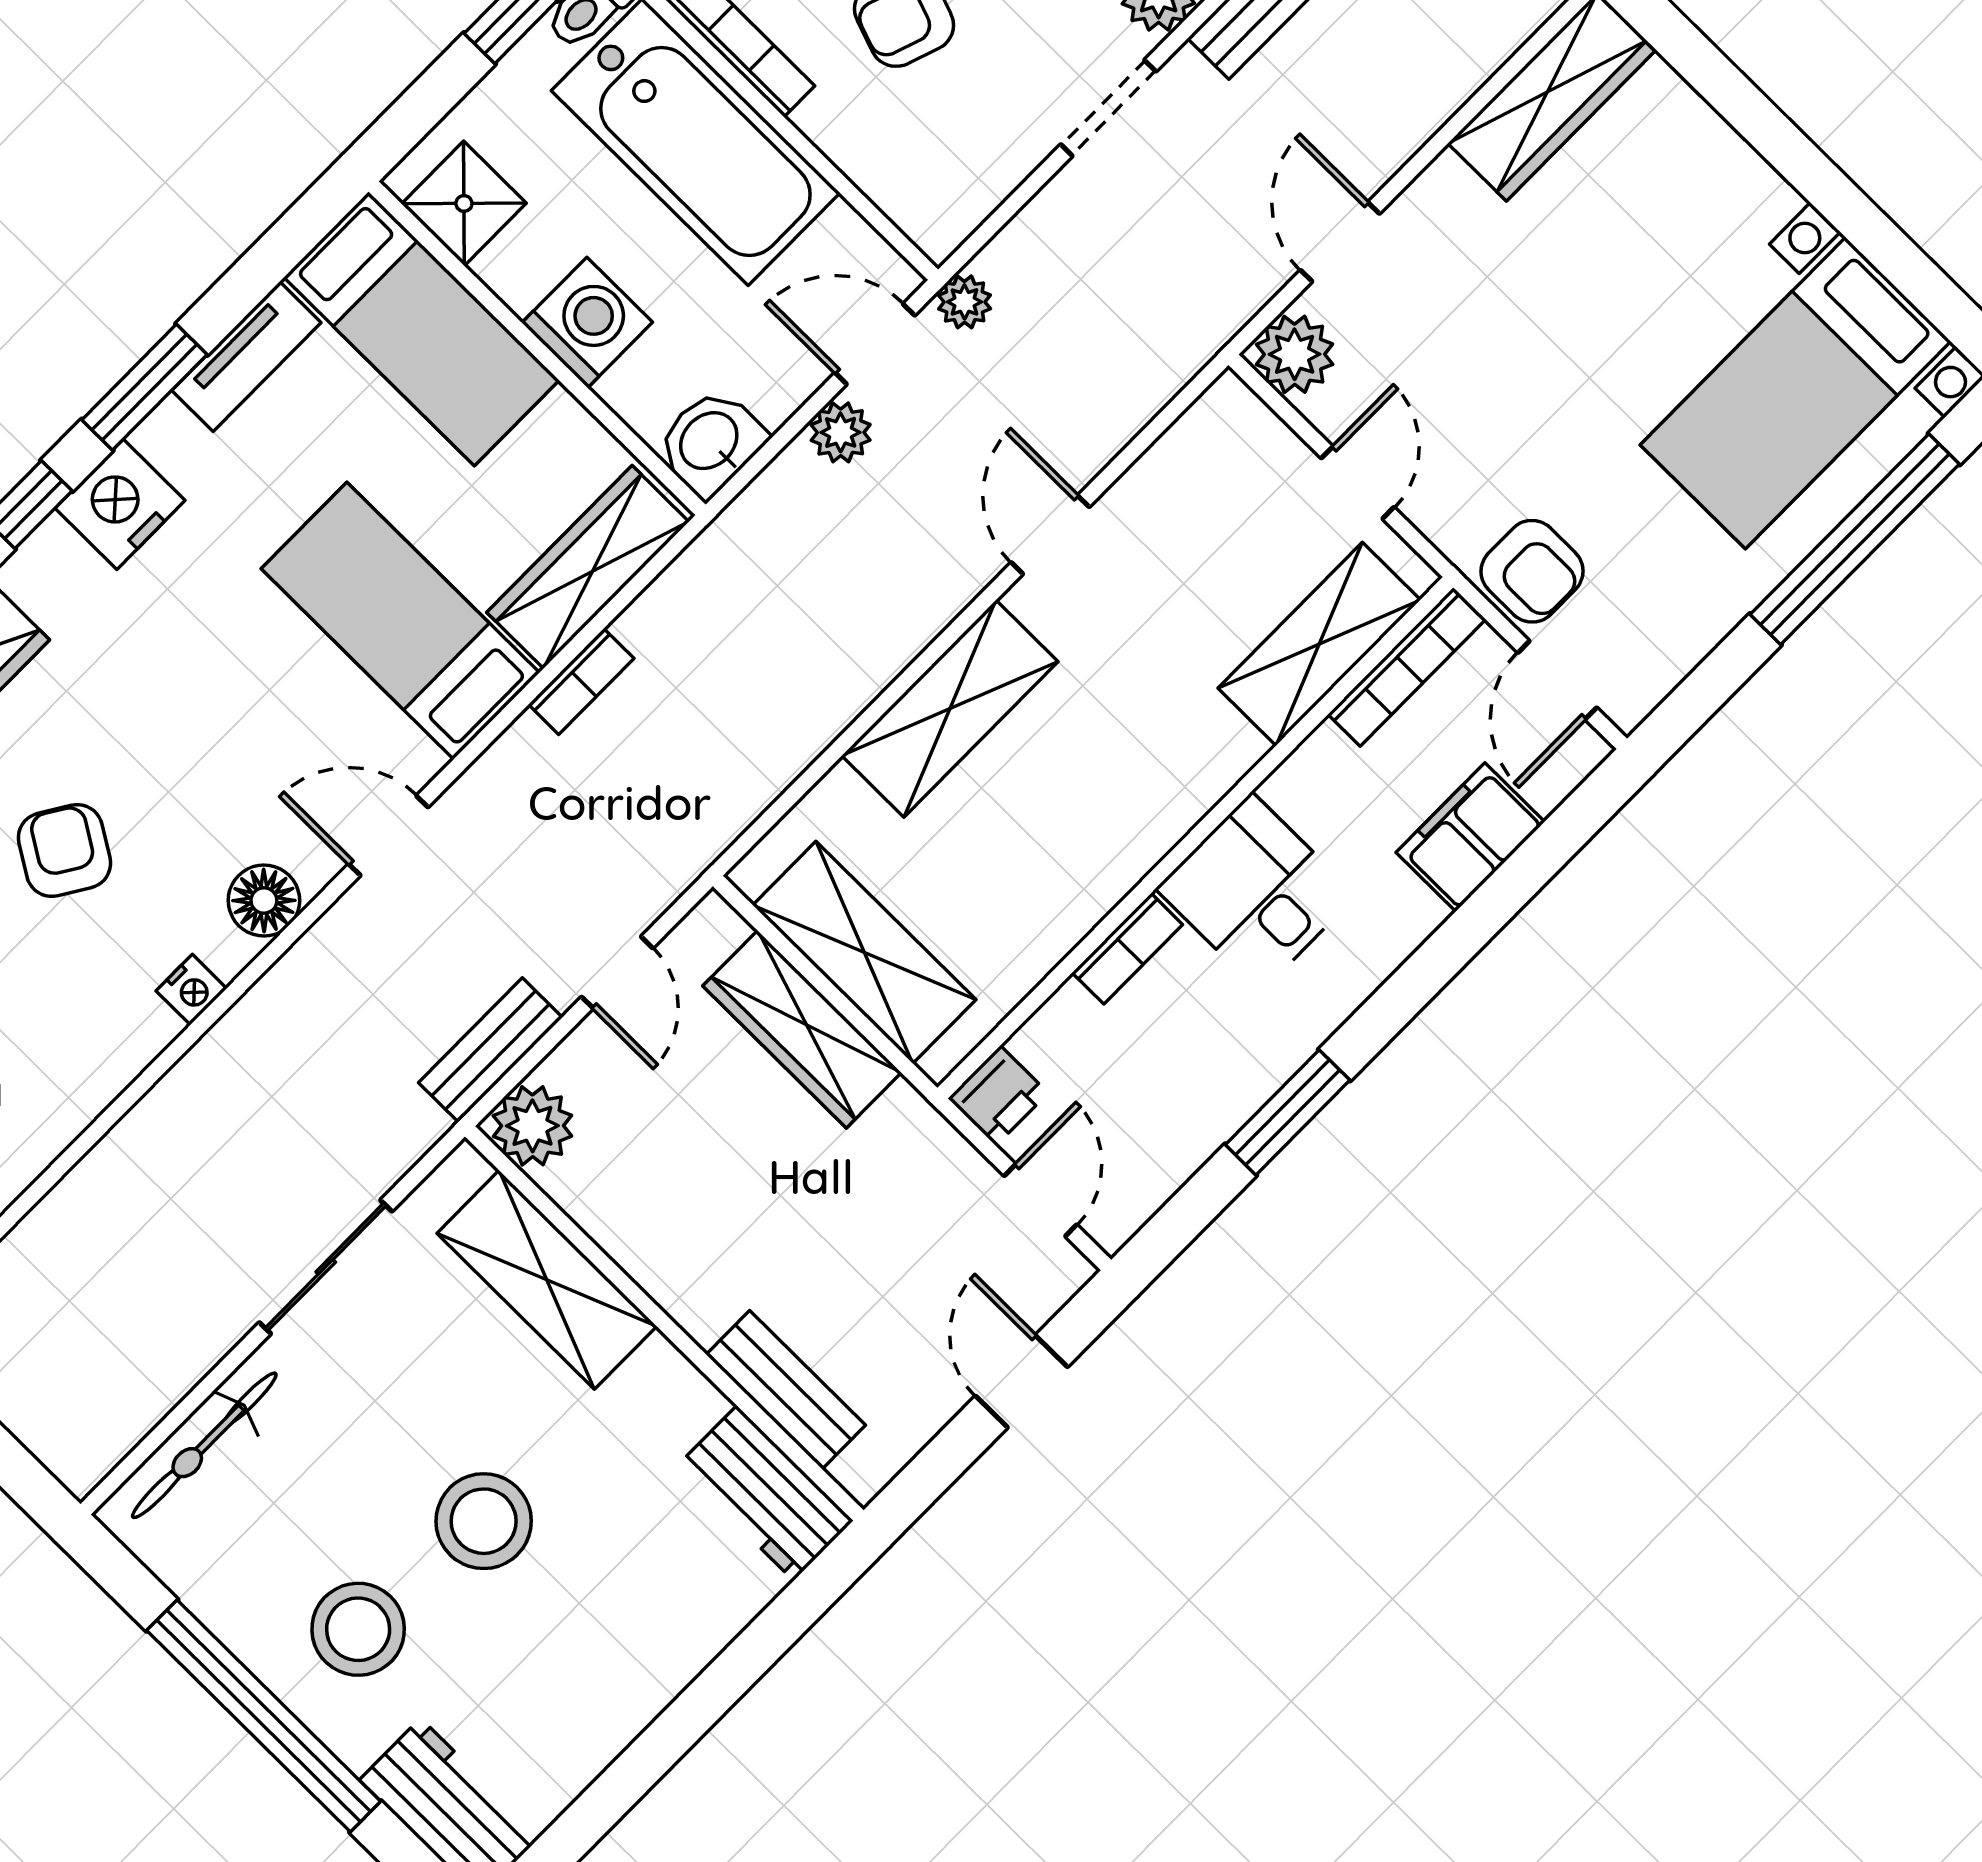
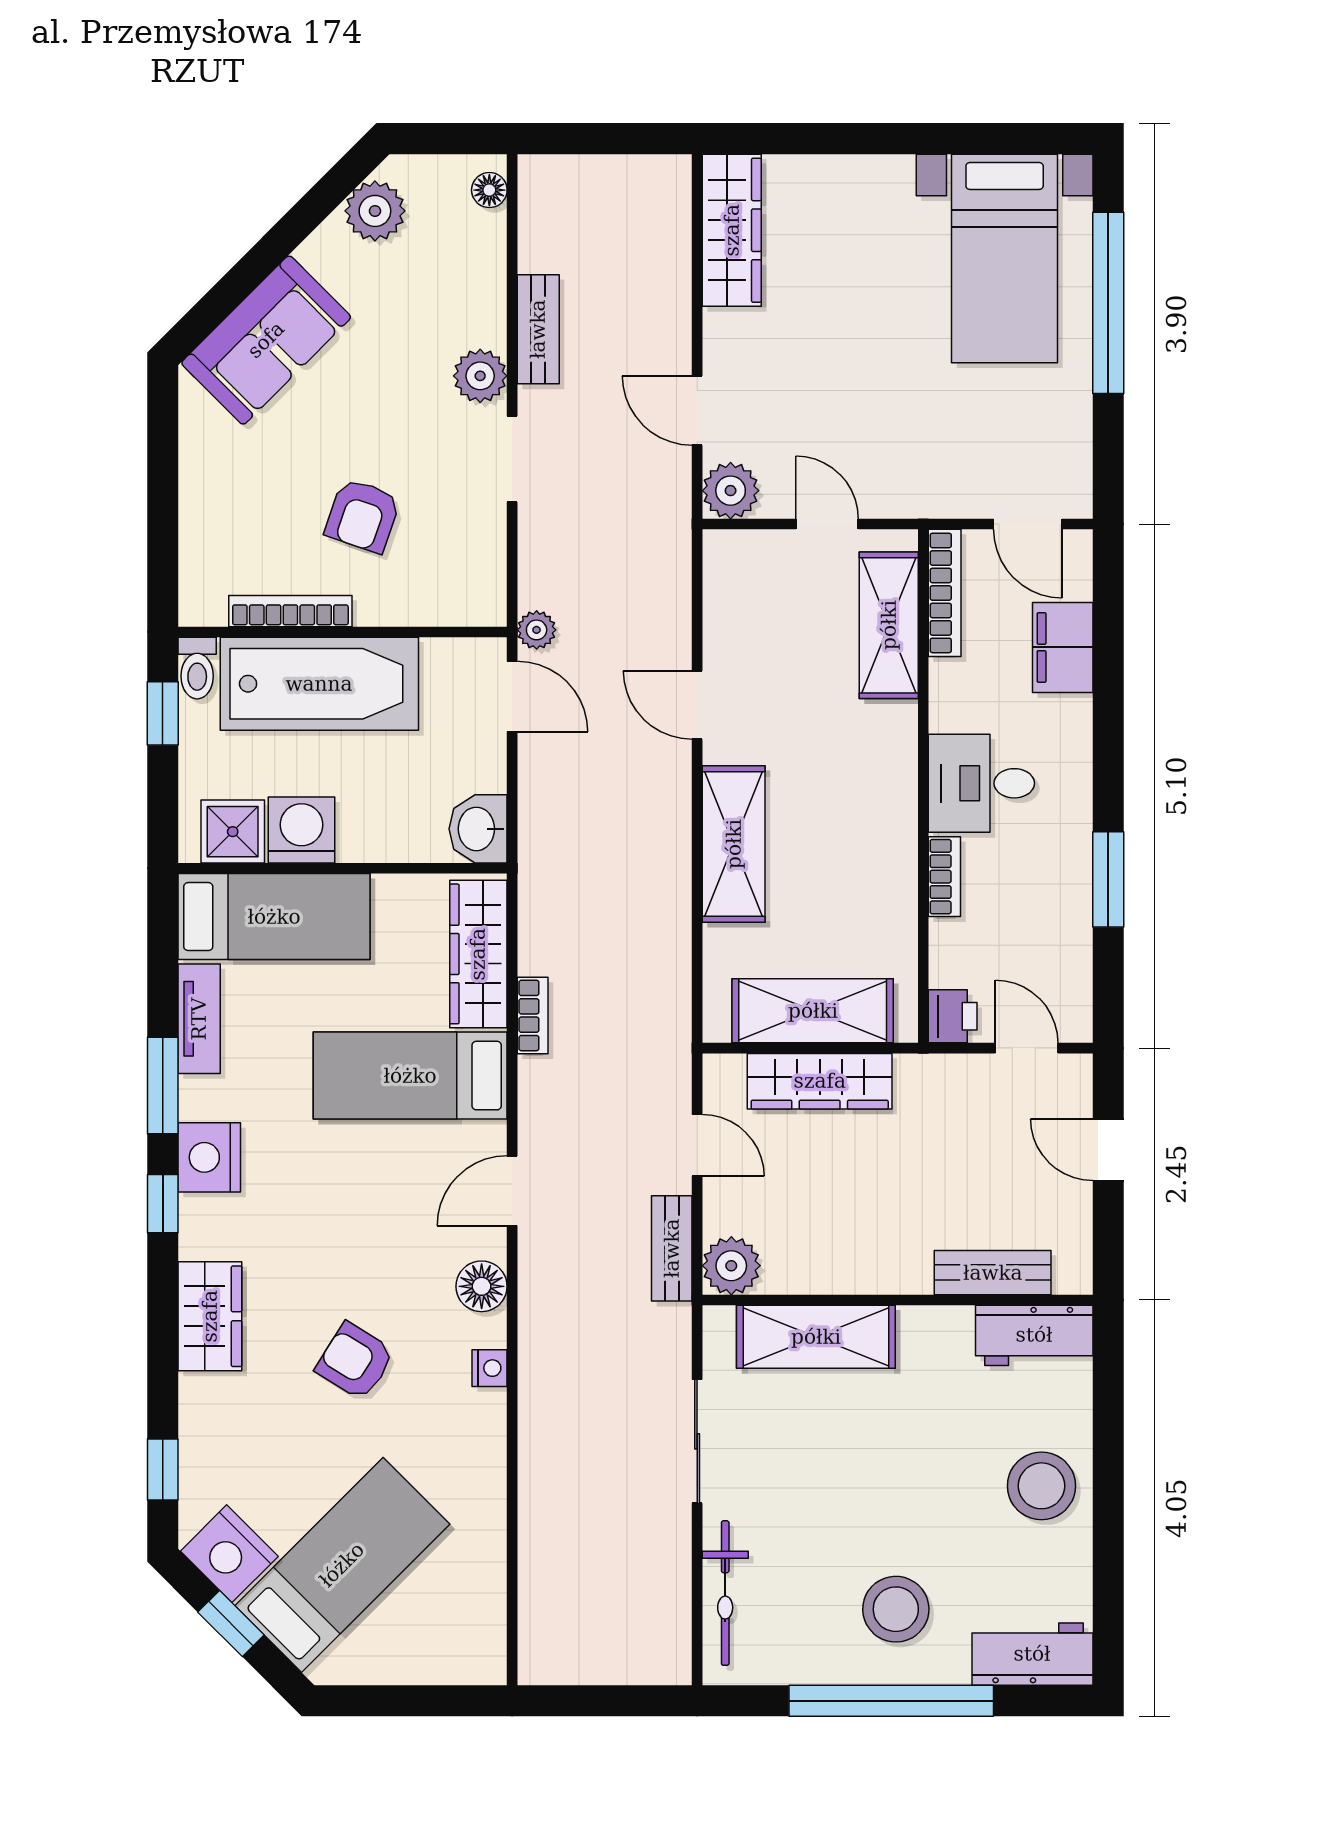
washing machine: (587, 322) -> (301, 830), moved
door: (875, 344) -> (512, 696), swing flipped
plant: (841, 432) -> (539, 759), removed
armchair: (1532, 571) -> (960, 481), removed
stool: (484, 1521) -> (1041, 1486), moved

